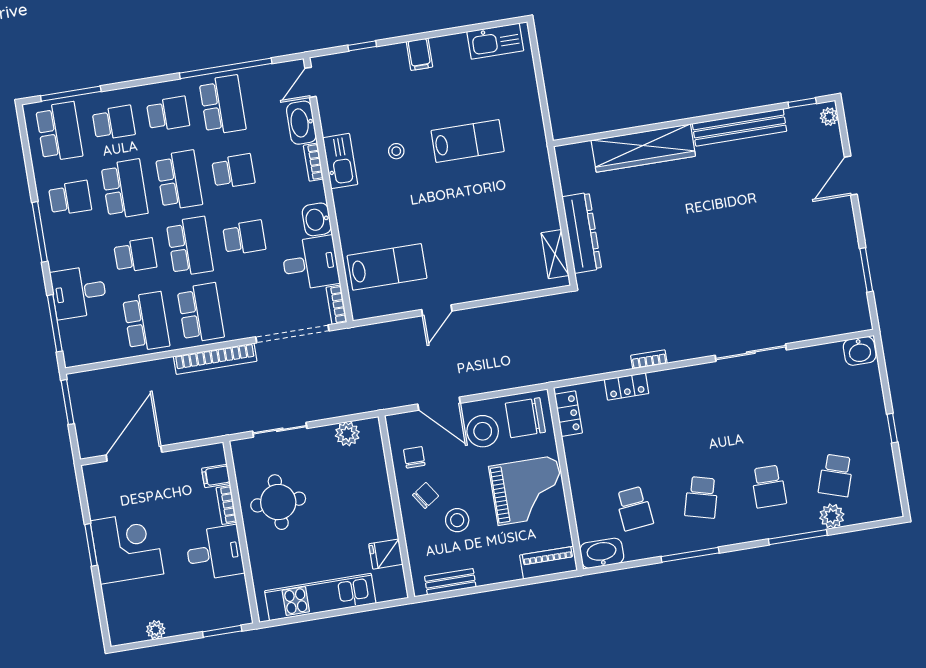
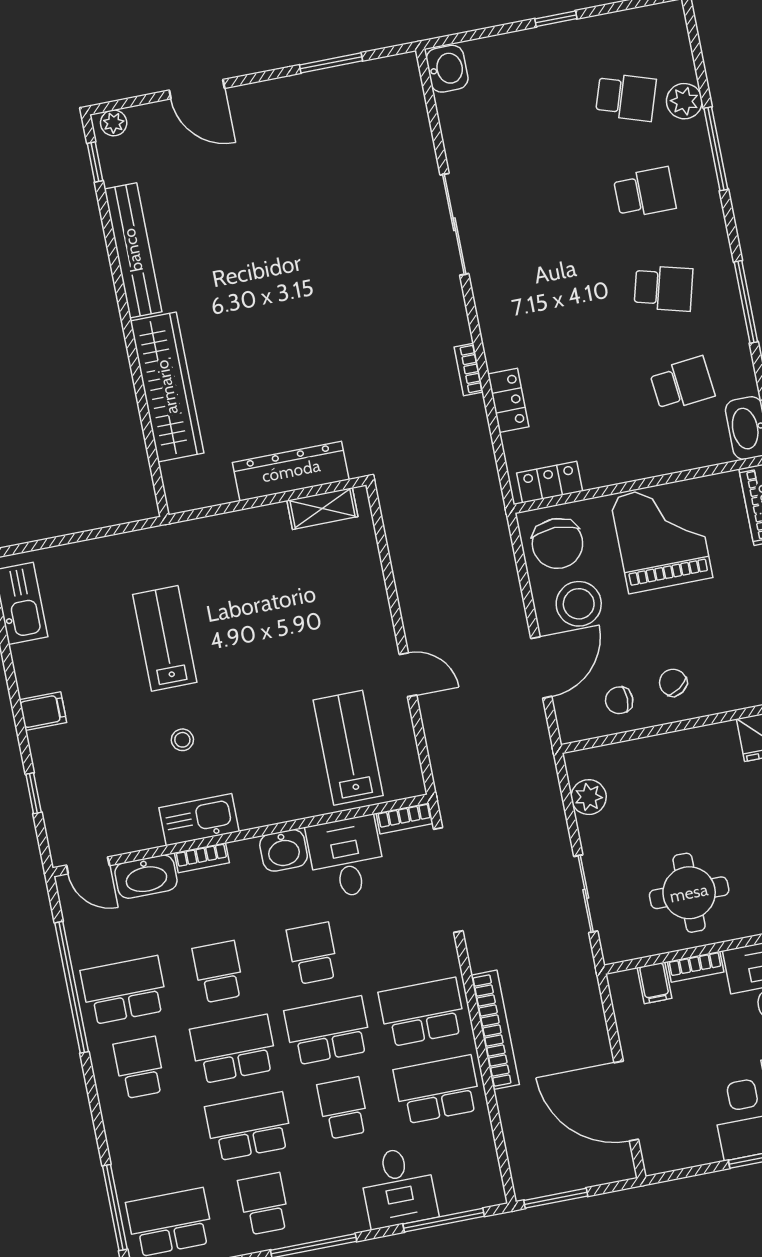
school desk: (114, 123) -> (155, 1145), removed
bookcase: (215, 359) -> (495, 1030), moved
stool: (457, 520) -> (707, 636), removed

